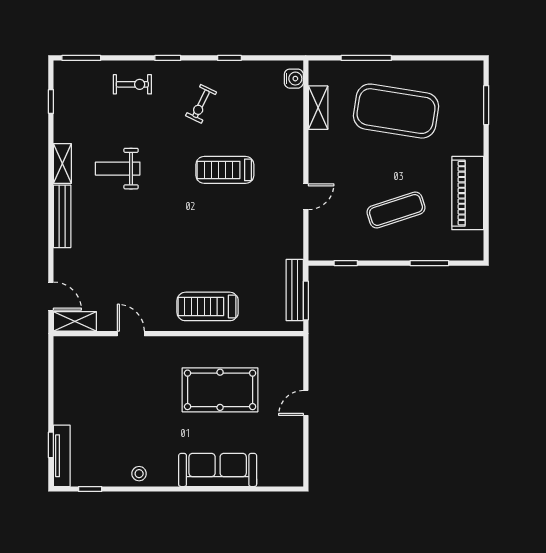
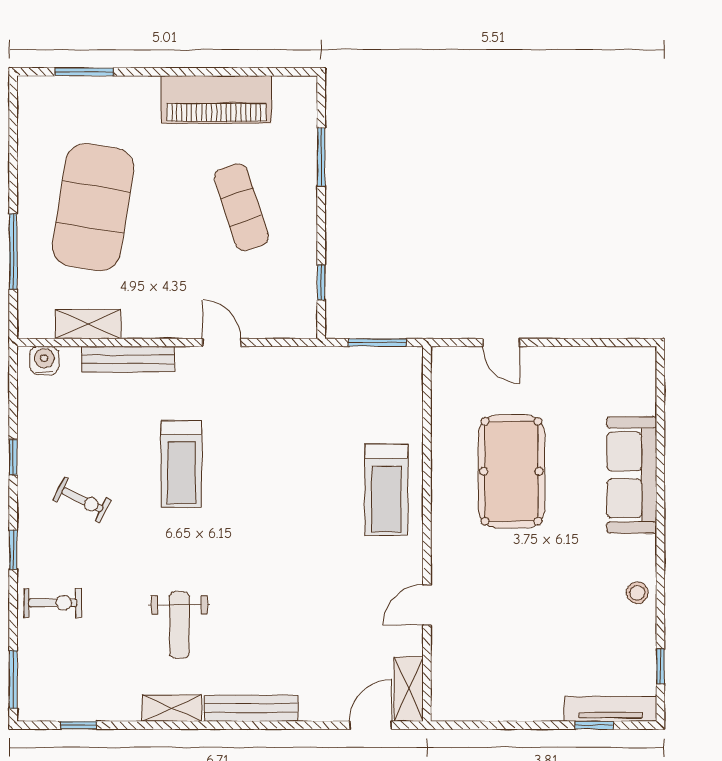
exercise bike: (132, 84) -> (53, 603), turned 90
bench: (295, 290) -> (128, 359), moved
door: (306, 403) -> (501, 343), moved

